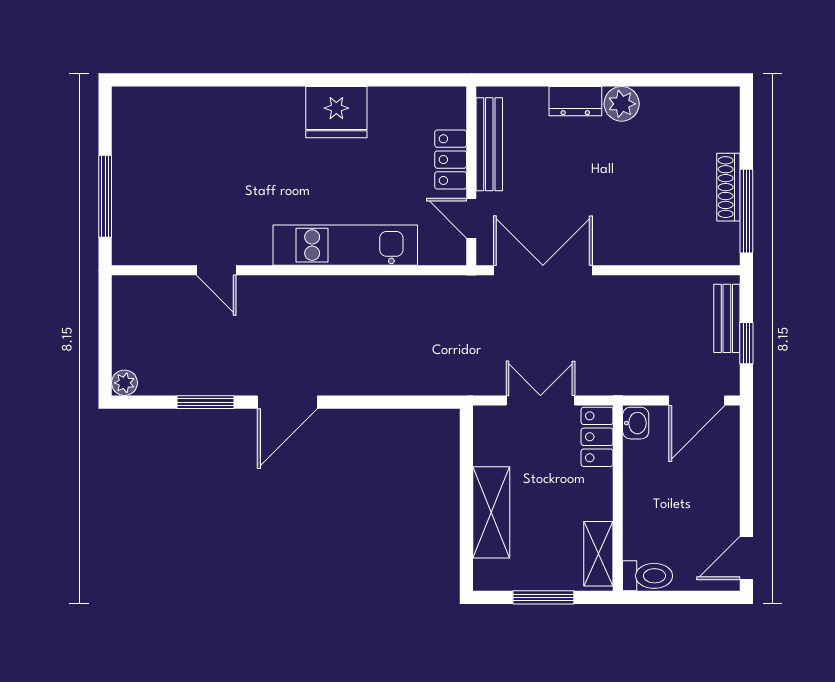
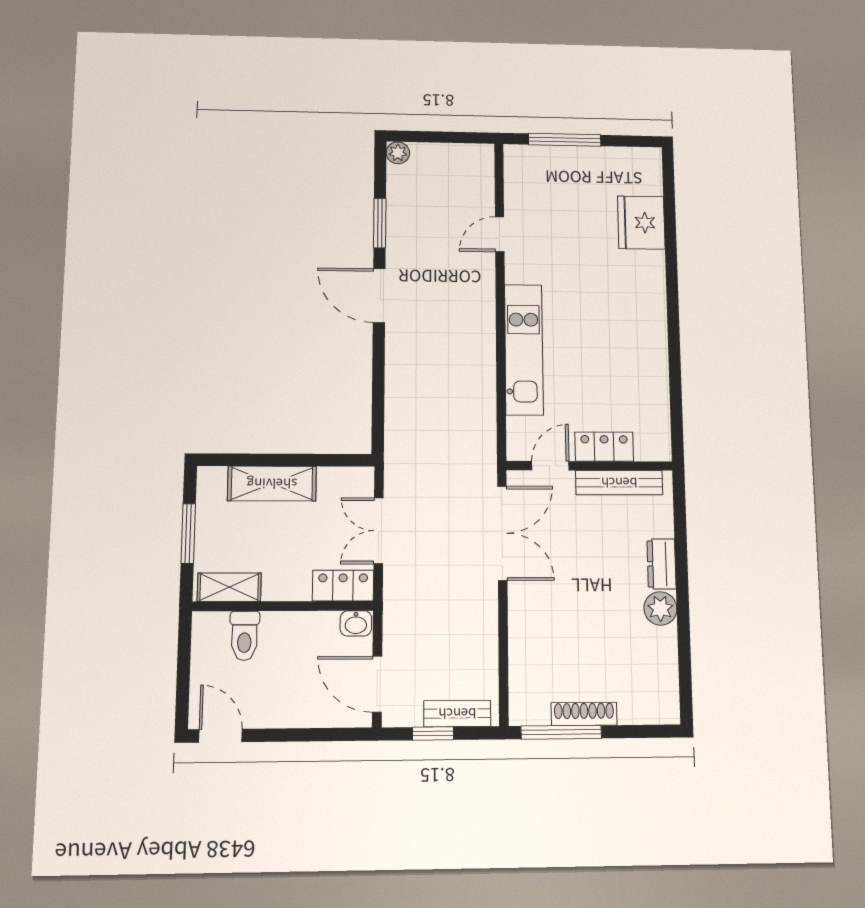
fridge: (336, 112) -> (641, 223), moved
double door: (540, 400) -> (379, 531), swing flipped
toilet: (648, 576) -> (244, 636), moved

